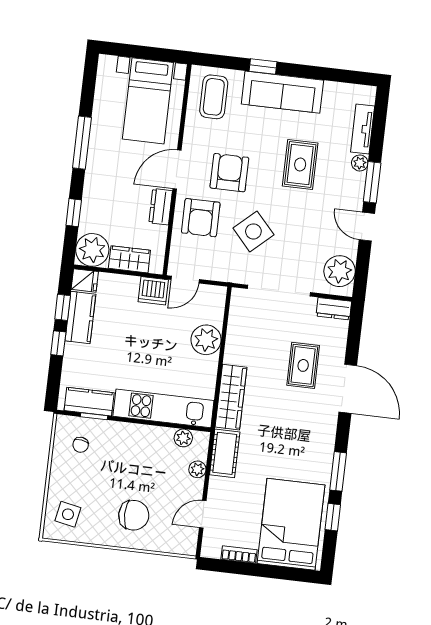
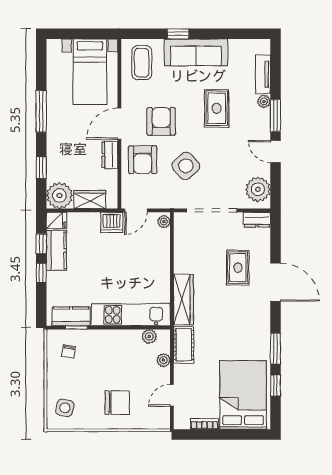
plant: (206, 340) -> (164, 222), moved, width x0.53, depth x0.53

